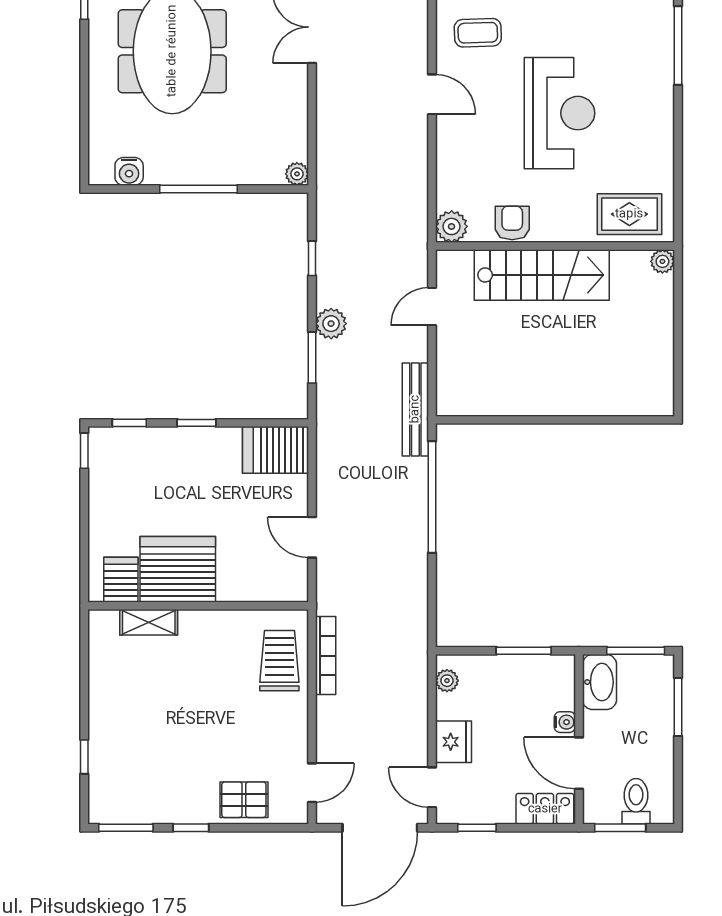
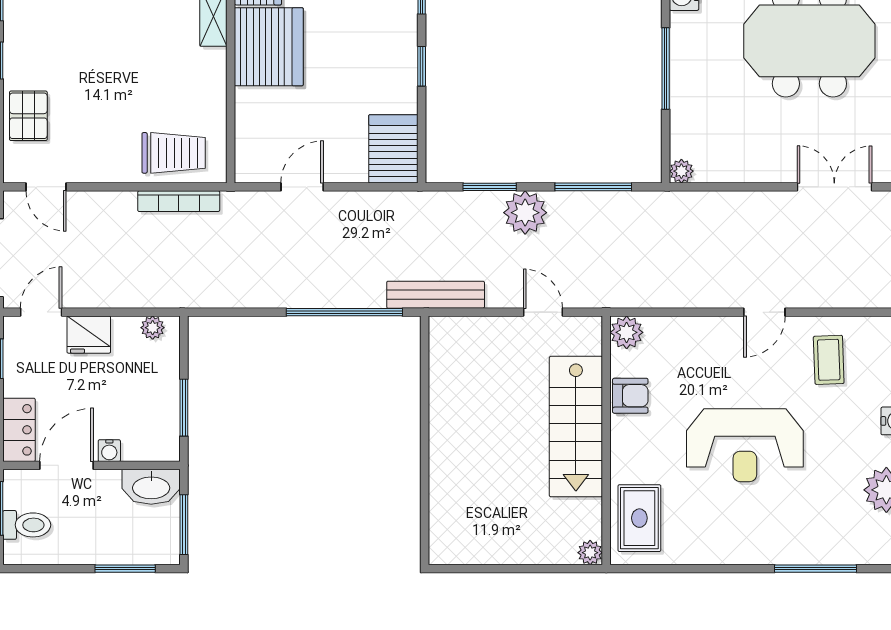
window: (312, 258) -> (593, 187), width x2.17
plant: (331, 324) -> (525, 213), width x1.36, depth x1.36

